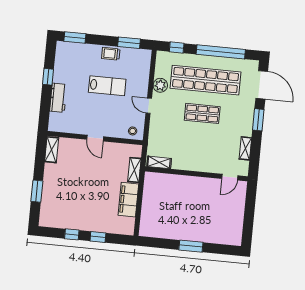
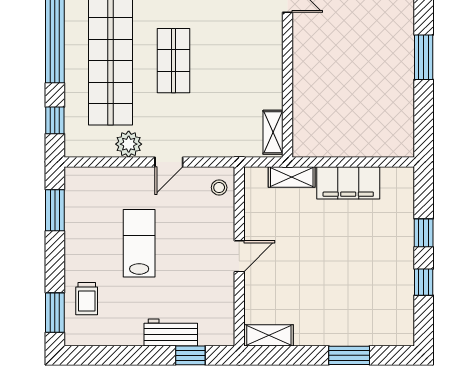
trolley: (111, 54) -> (87, 299), moved
window: (48, 77) -> (190, 355), moved

